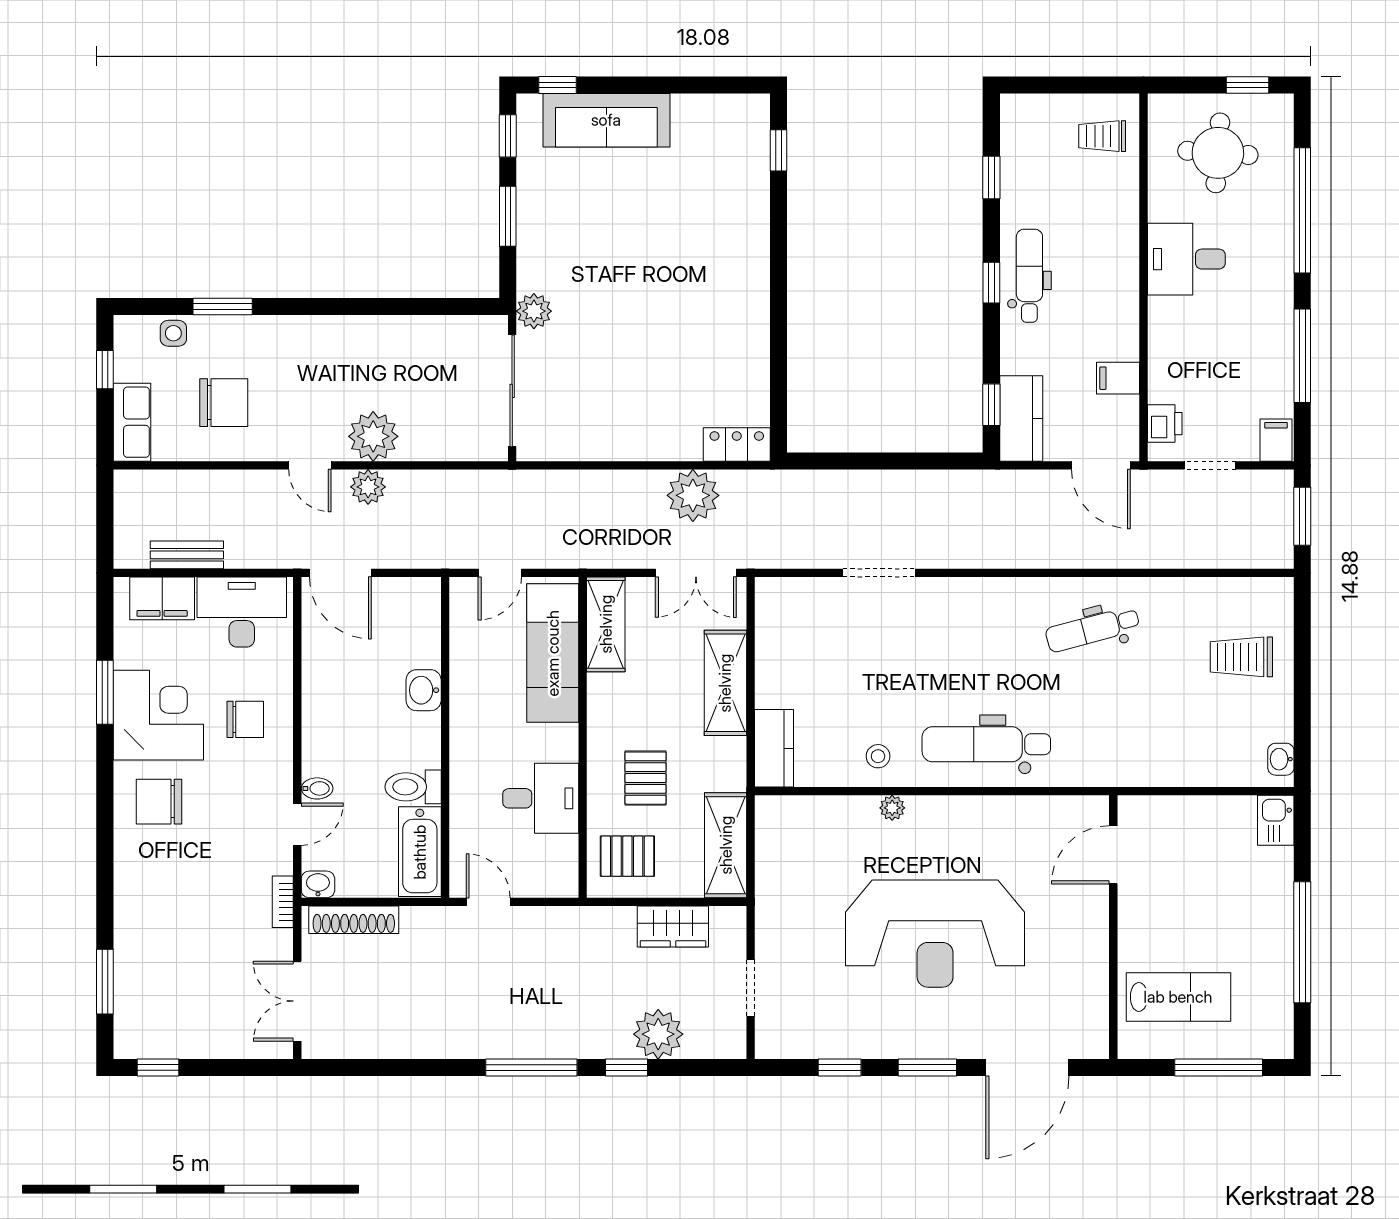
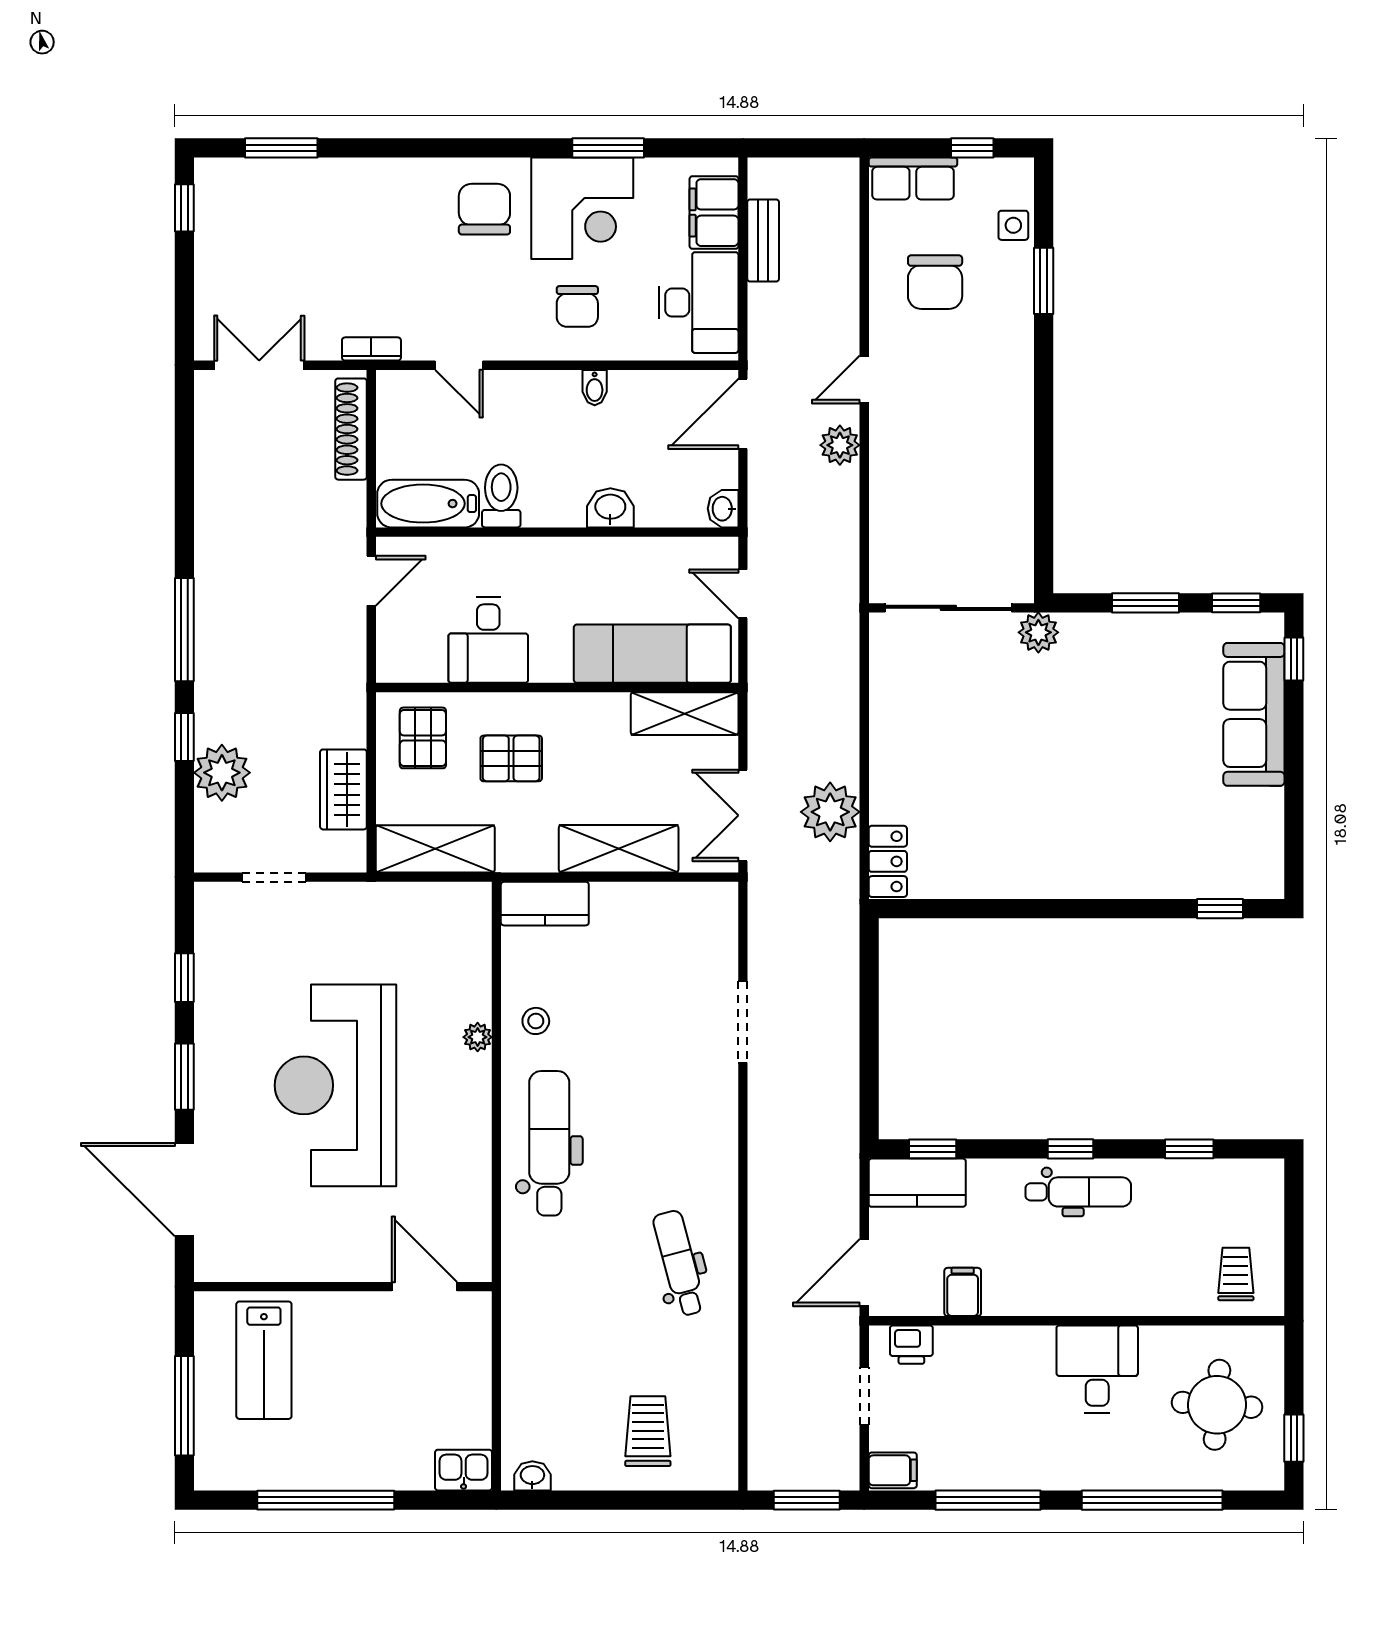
plant: (373, 436) -> (897, 451), removed
bidet: (317, 788) -> (595, 388), moved
washbasin: (318, 884) -> (723, 509), moved, turned 180

